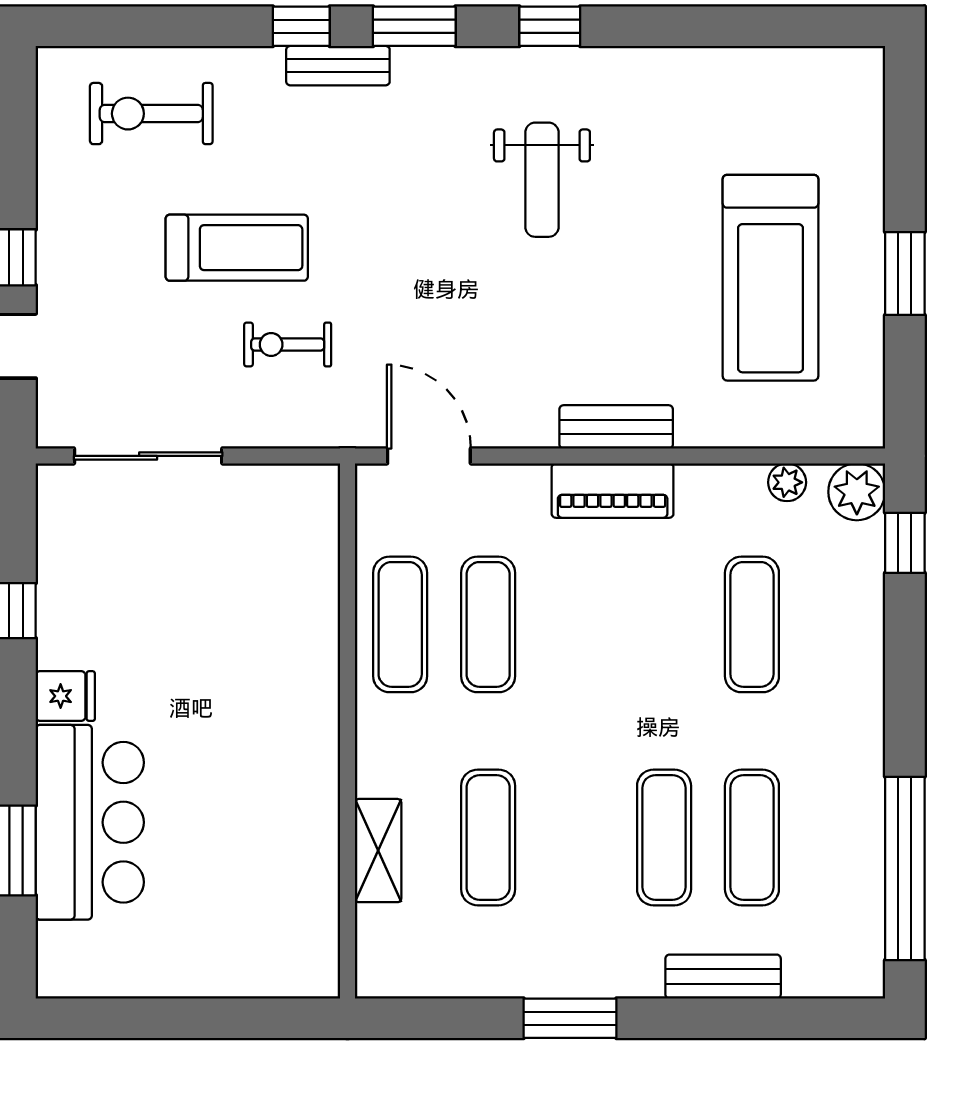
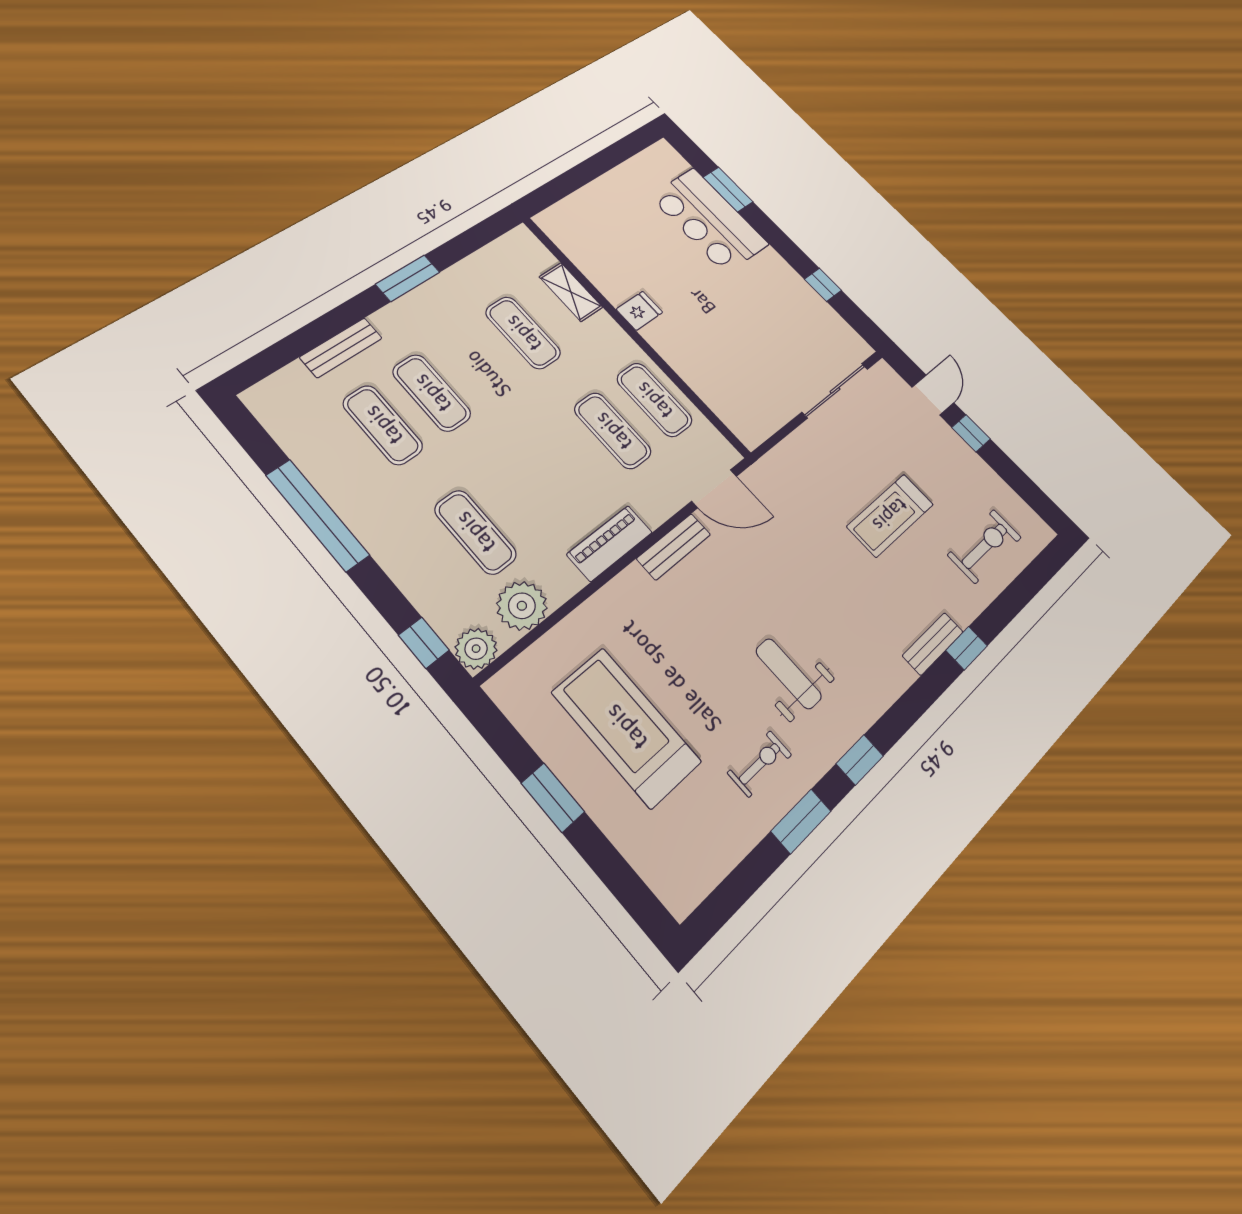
window: (414, 26) -> (801, 821), moved
exercise bike: (288, 344) -> (760, 764), moved
bench: (616, 427) -> (674, 547), moved
plant: (787, 482) -> (522, 606), width x1.87, depth x1.87
fridge: (65, 696) -> (639, 311), moved, turned 180
window: (905, 868) -> (317, 515), moved

